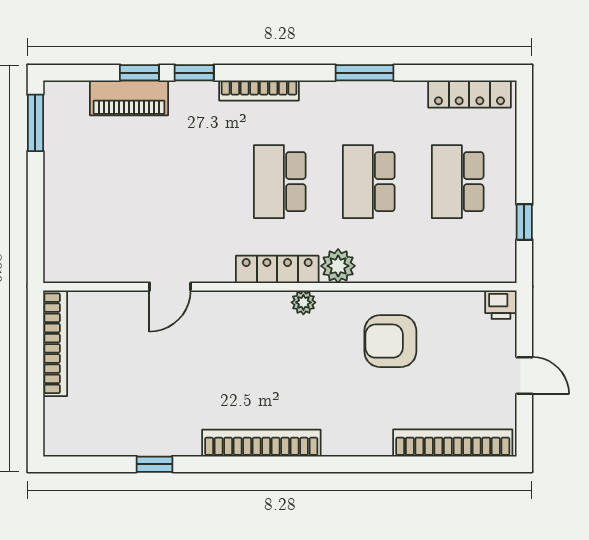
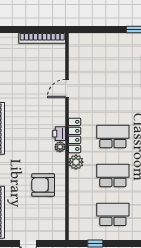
door: (170, 287) -> (67, 89), hinge flipped
printer: (501, 305) -> (59, 134), moved
armchair: (390, 341) -> (43, 185), turned -90

